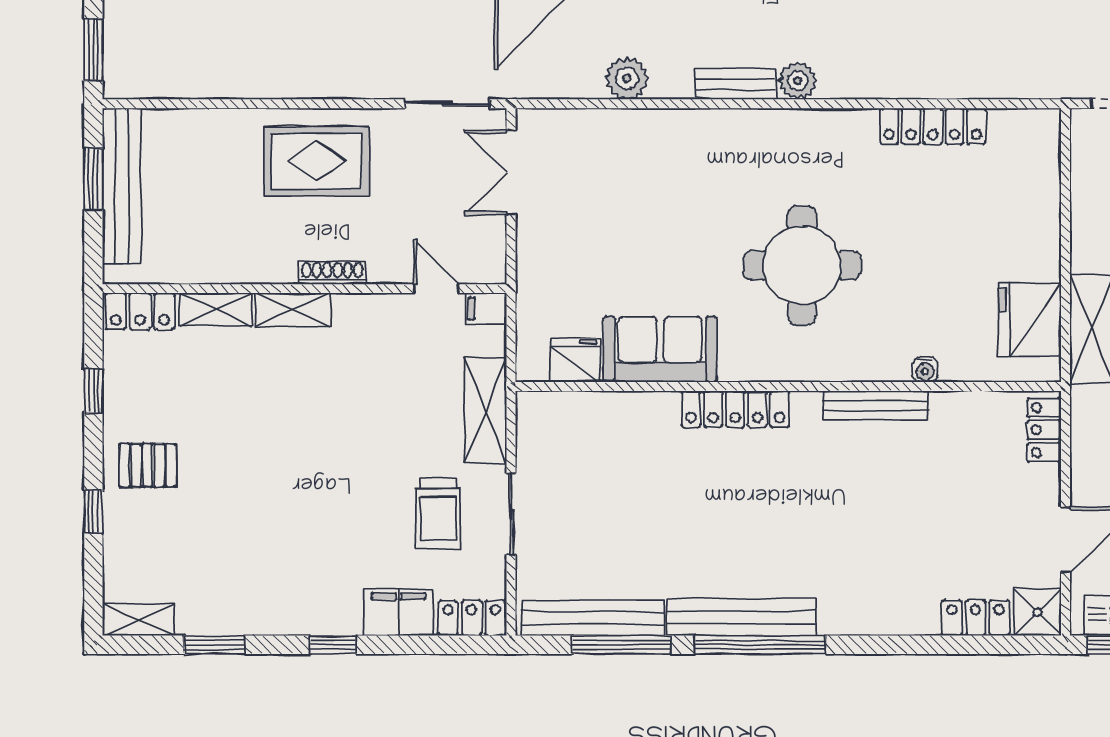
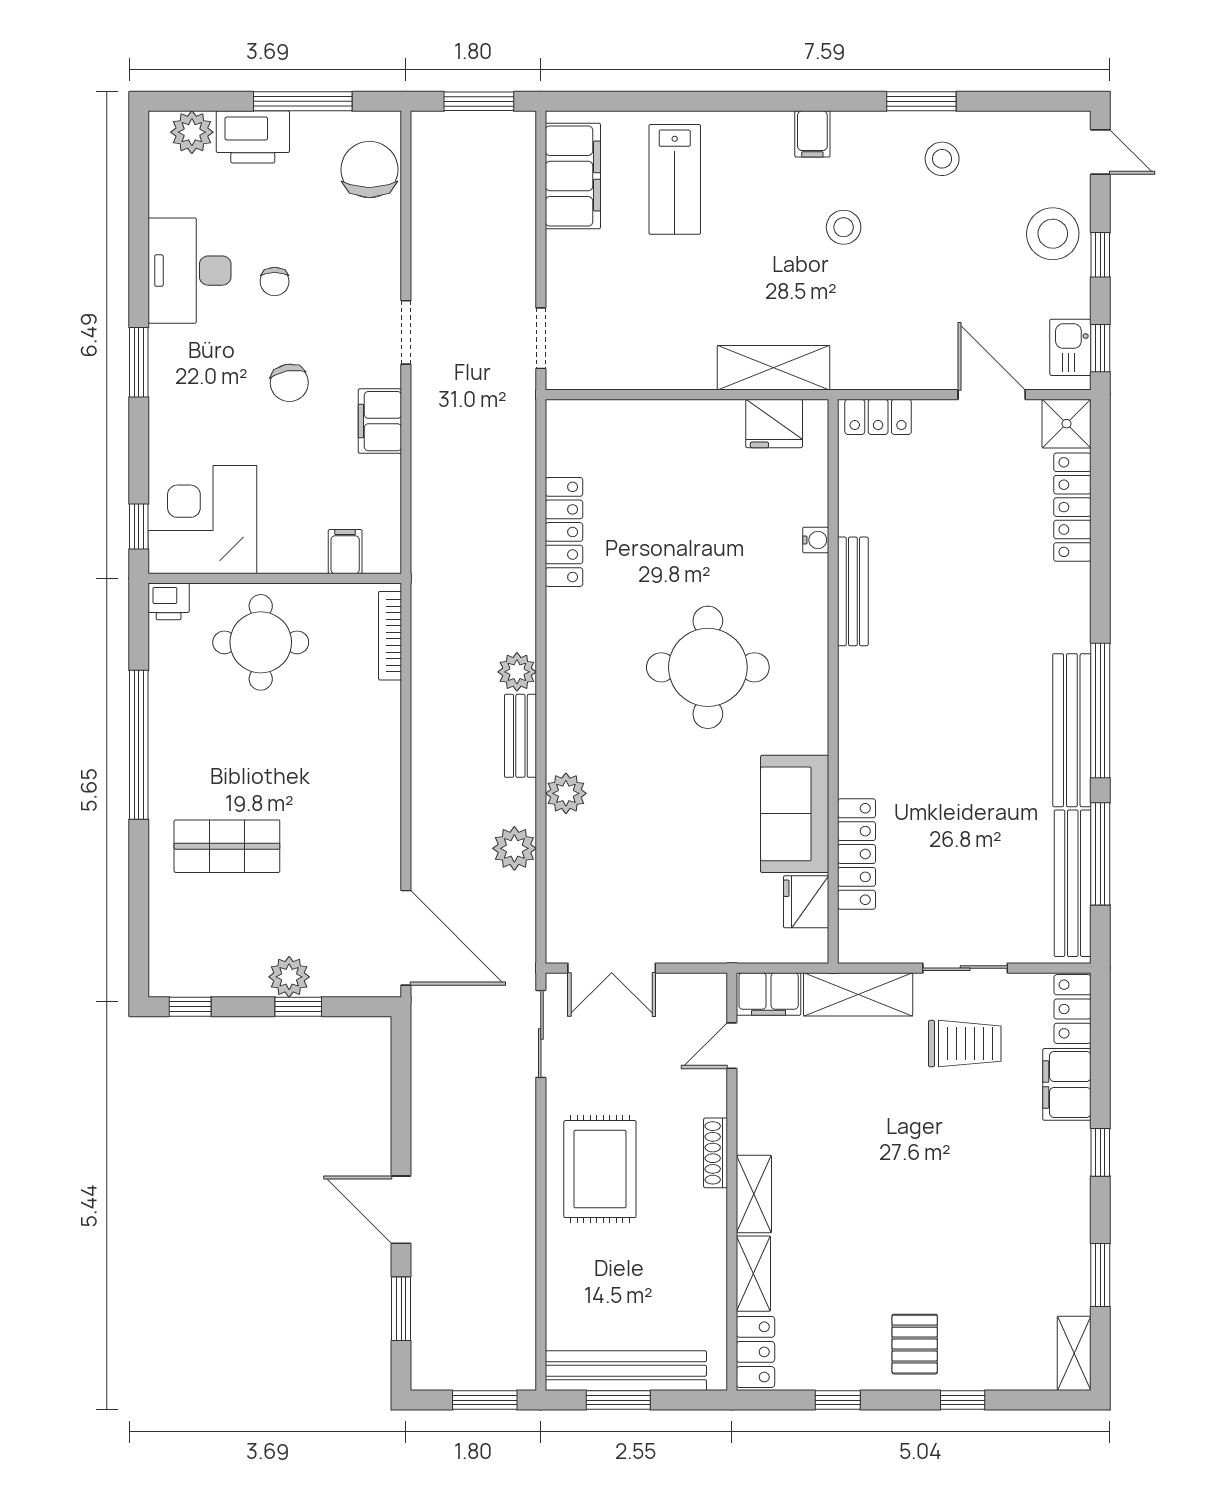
plant: (680, 128) -> (566, 793), added
filing cabinet: (486, 309) -> (769, 994), width x2.00
fridge: (1030, 320) -> (774, 423), width x0.73, depth x0.75
locker: (735, 409) -> (857, 854), moved
locker: (975, 618) -> (1072, 507), width x1.53

